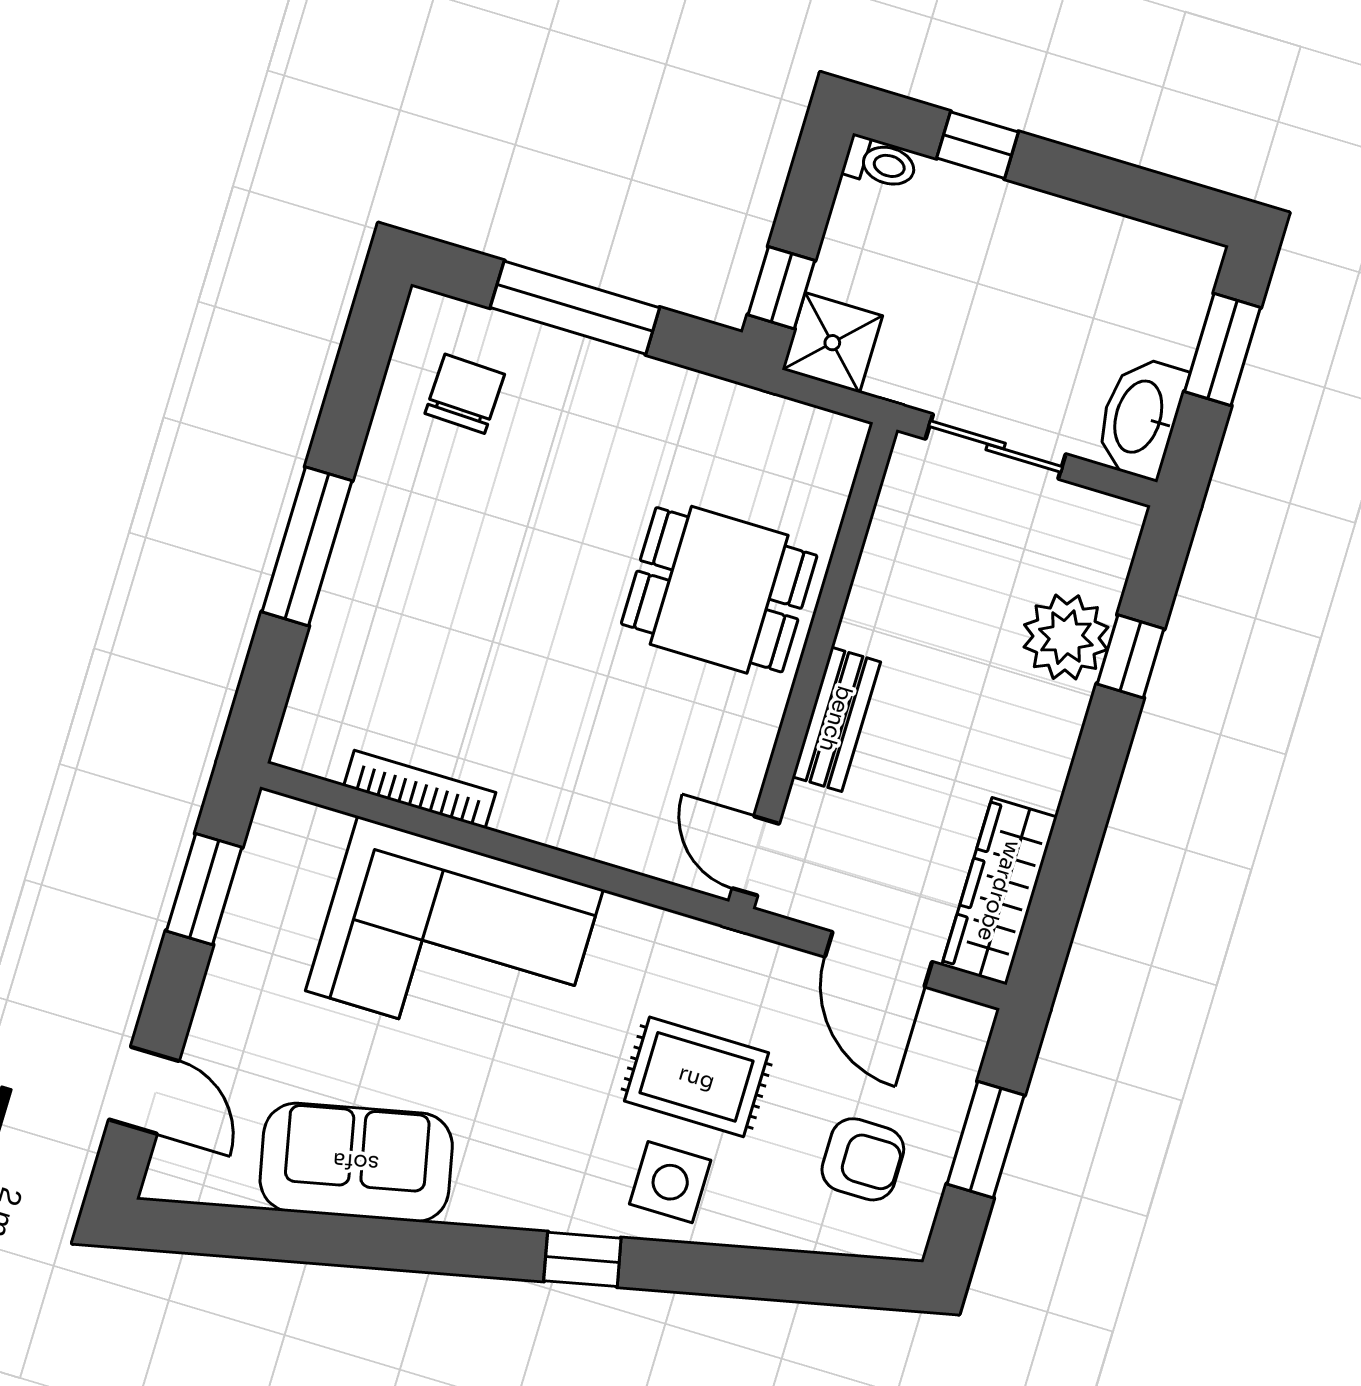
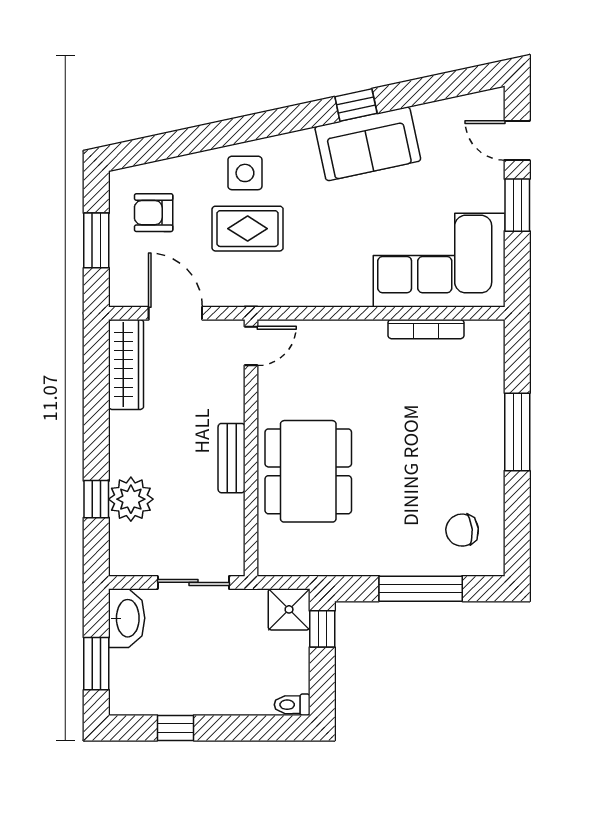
window: (978, 145) -> (175, 728), moved
chair: (465, 394) -> (462, 530), turned 82
dining table: (719, 590) -> (308, 471), width x1.38
bench: (836, 719) -> (232, 458), moved
door: (756, 856) -> (251, 346), hinge flipped
window: (204, 889) -> (517, 205), moved
corner sofa: (454, 940) -> (439, 260), moved
sofa: (356, 1162) -> (368, 144), moved
window: (582, 1259) -> (356, 105), moved

